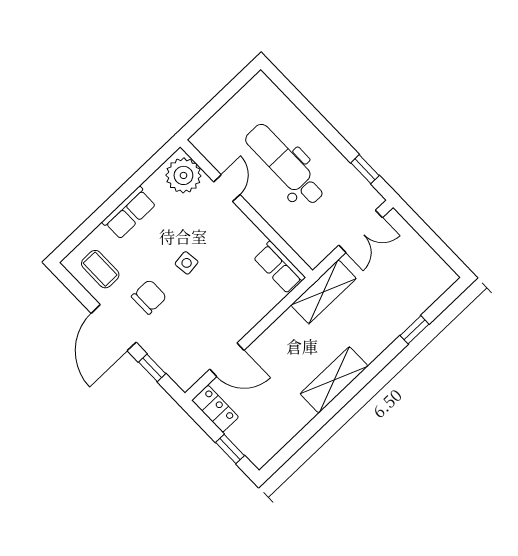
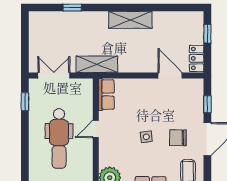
door: (227, 188) -> (96, 129), moved

